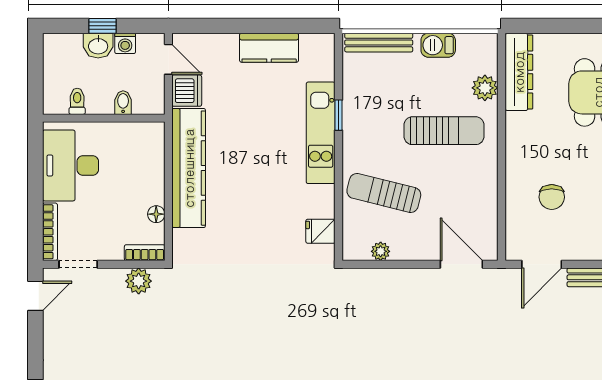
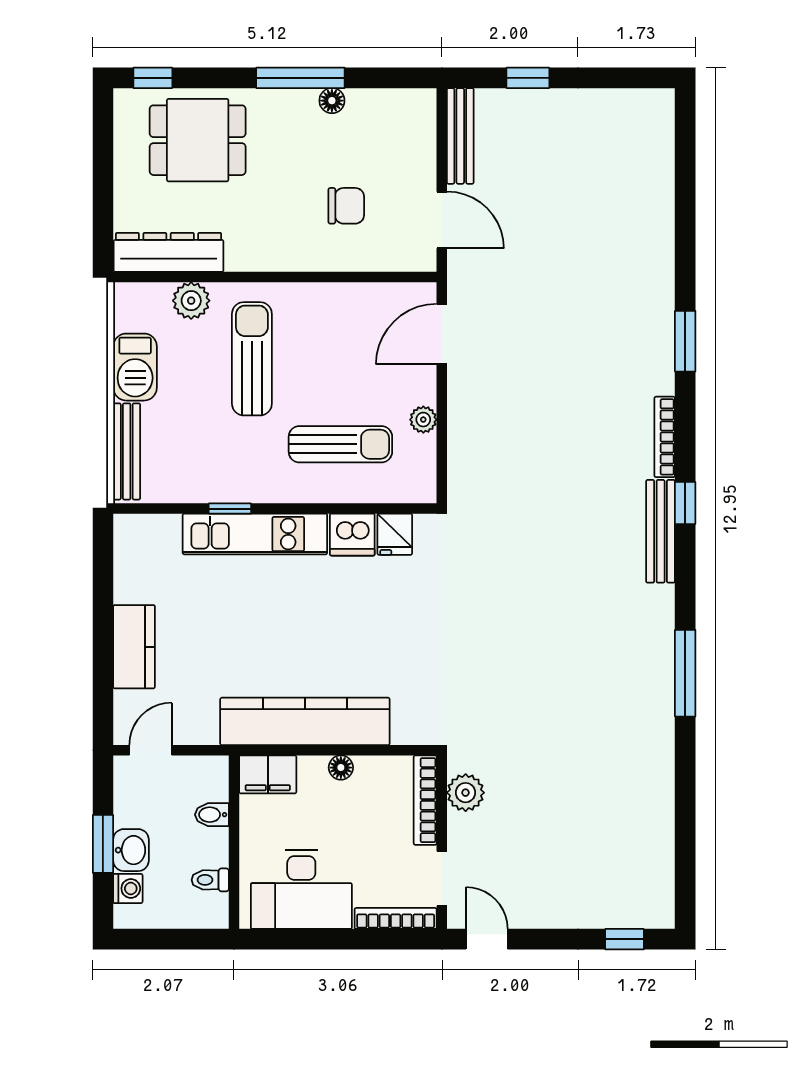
window: (102, 26) -> (103, 844), width x1.50
washing machine: (125, 43) -> (128, 888), moved
barbecue: (438, 45) -> (135, 367), width x1.38, depth x1.27
kitchen counter: (269, 48) -> (134, 647), moved
dishwasher: (187, 91) -> (352, 535), moved, turned 180
filing cabinet: (151, 142) -> (268, 774), added
sun lounger: (384, 193) -> (340, 444), turned -104
floor lamp: (156, 214) -> (341, 768), moved
plant: (381, 251) -> (423, 420), moved
bookcase: (145, 253) -> (425, 800), width x1.56

